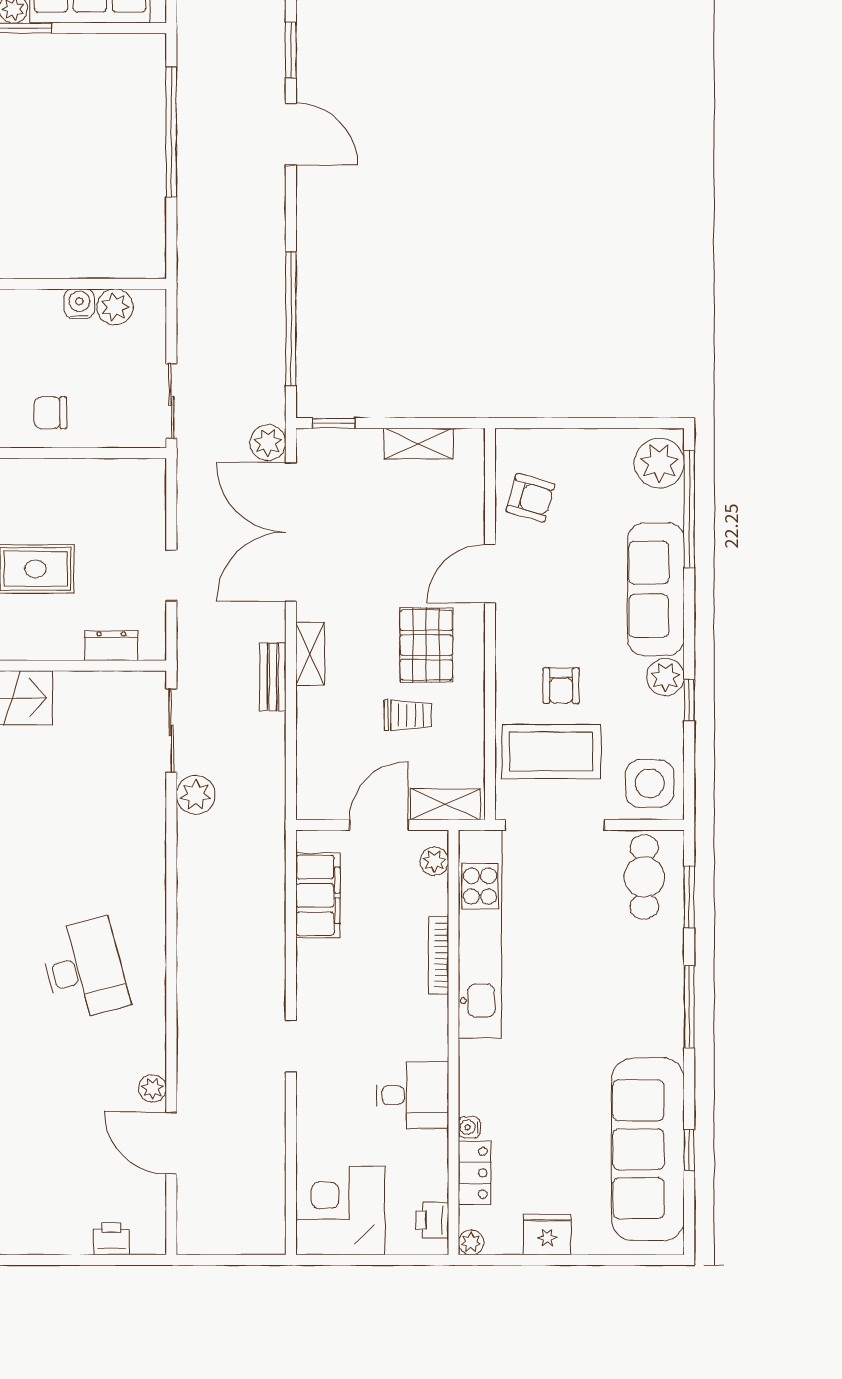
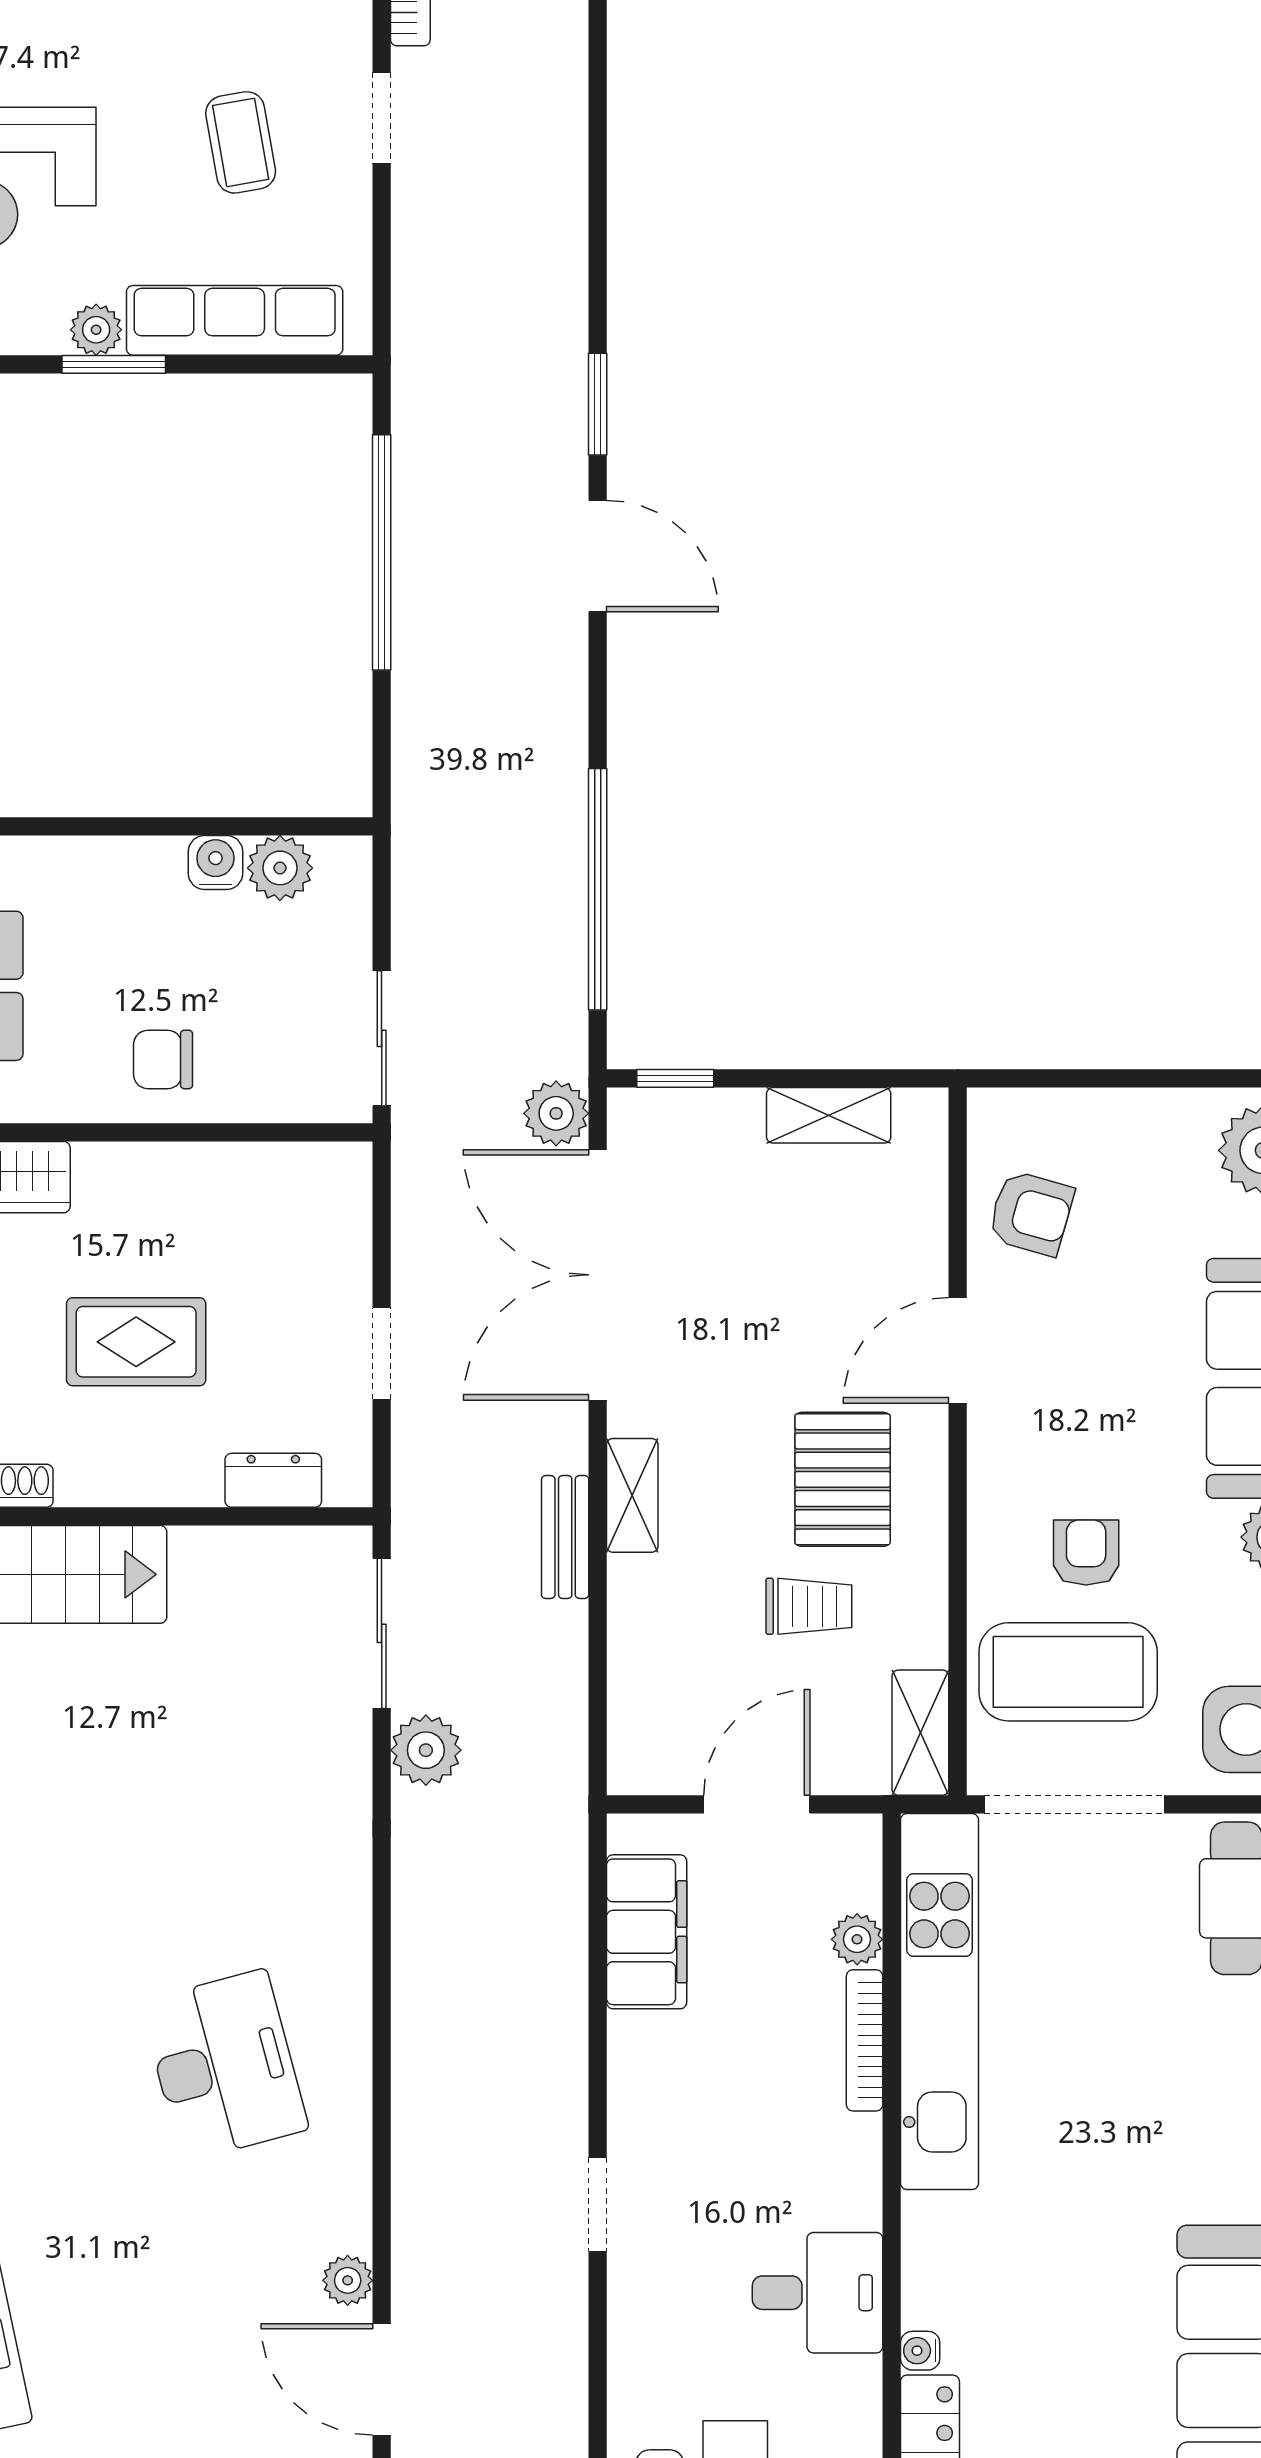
armchair: (561, 686) -> (1086, 1553), turned 180
shelving: (445, 804) -> (920, 1733), moved, turned 90
plant: (434, 861) -> (857, 1939), moved

